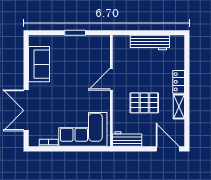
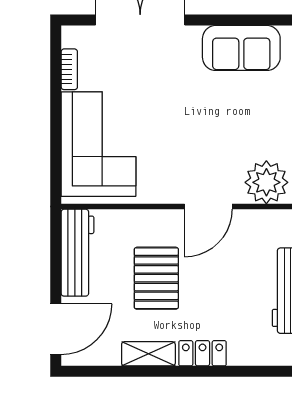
plant: (100, 53) -> (266, 182), added
door: (111, 79) -> (208, 207), swing flipped
workbench: (127, 139) -> (77, 253), width x1.38

